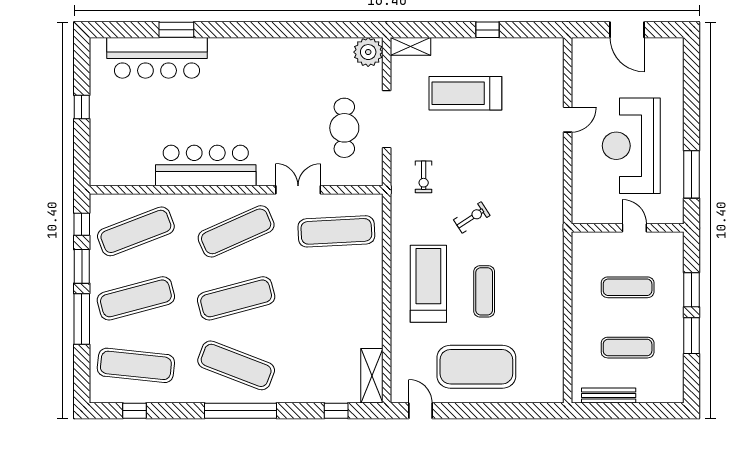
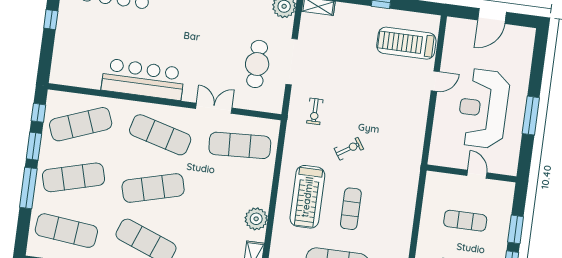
door: (627, 30) -> (492, 16), hinge flipped
treadmill: (465, 93) -> (406, 43), moved
window: (691, 174) -> (531, 116), moved
exercise mat: (236, 231) -> (160, 135), turned 39
treadmill: (428, 284) -> (307, 197), turned 180
plant: (369, 320) -> (256, 219), added

